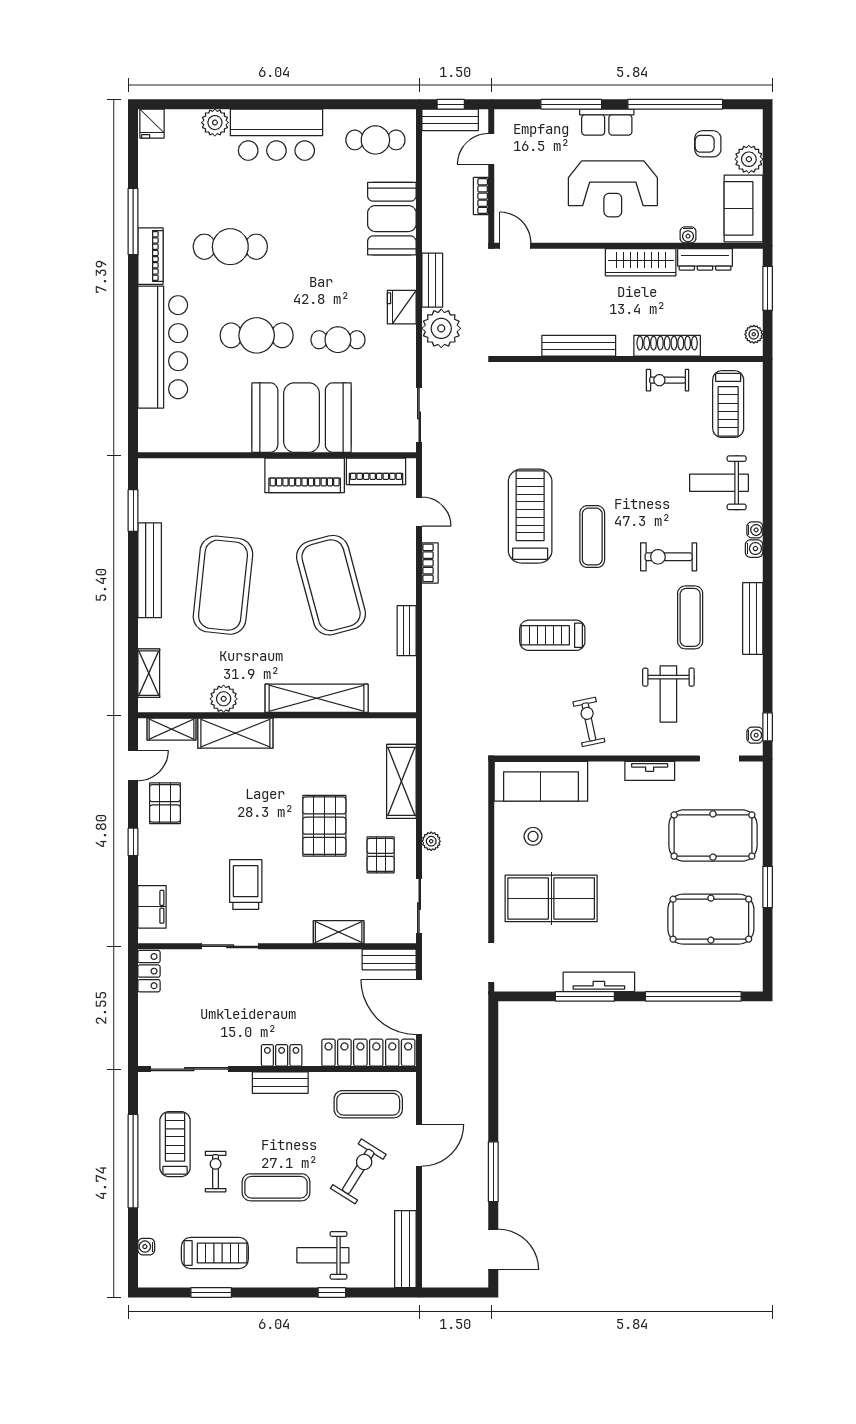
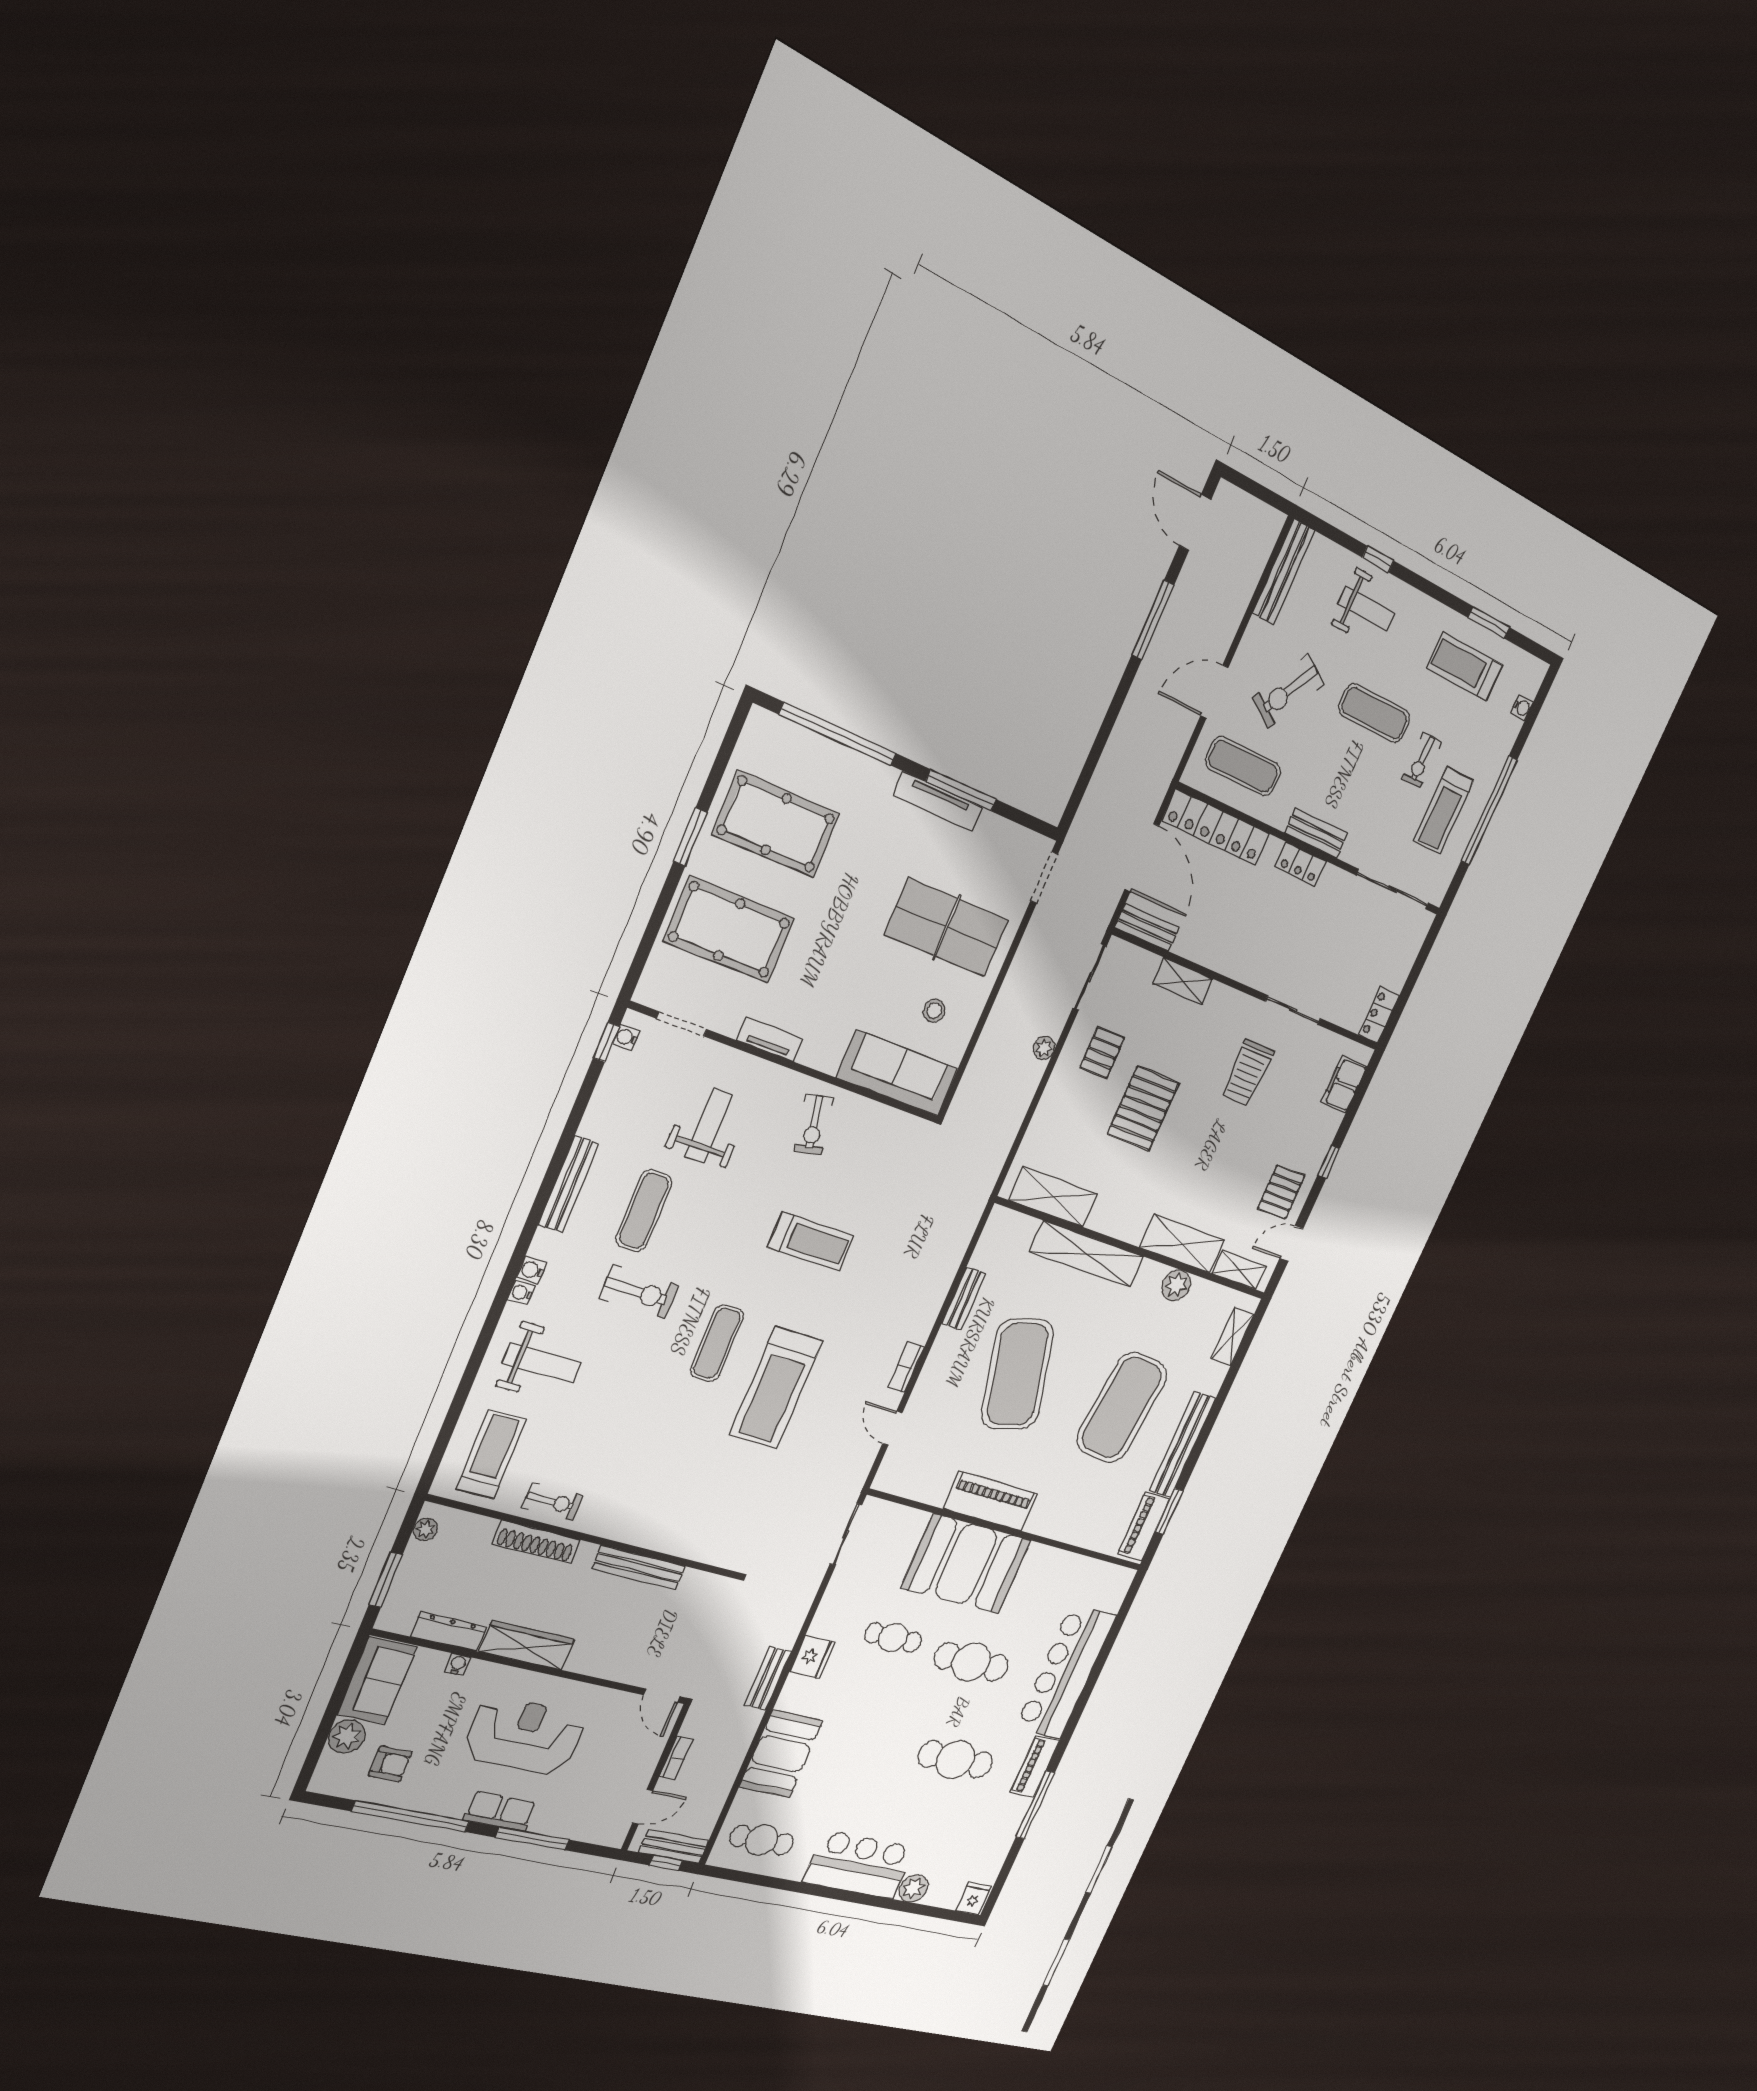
plant: (441, 328) -> (781, 1624), removed
piano: (376, 471) -> (1144, 1527), moved, turned -90
shelving: (401, 781) -> (1053, 1197), moved, turned 90

